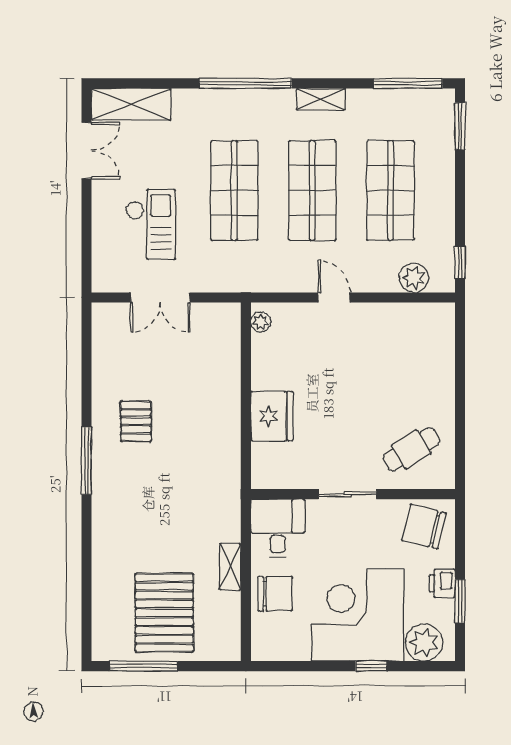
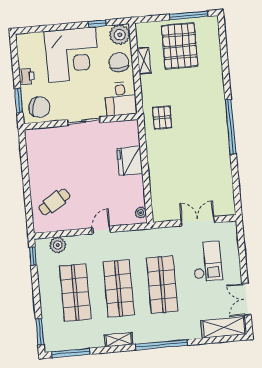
checkout: (151, 224) -> (207, 261), turned 180
door: (334, 297) -> (101, 230), swing flipped
pallet: (136, 421) -> (162, 118), moved
cafe table: (411, 449) -> (54, 202), moved
window: (86, 461) -> (231, 127), width x1.46
shelving: (230, 567) -> (144, 61), moved
chair: (275, 594) -> (119, 62), turned 90
window: (460, 601) -> (19, 101), moved
plant: (424, 643) -> (120, 35), moved
window: (371, 666) -> (97, 24), moved

